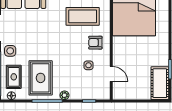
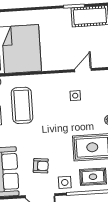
armchair: (95, 43) -> (41, 166), moved, turned -84

